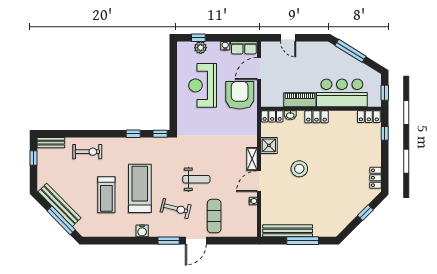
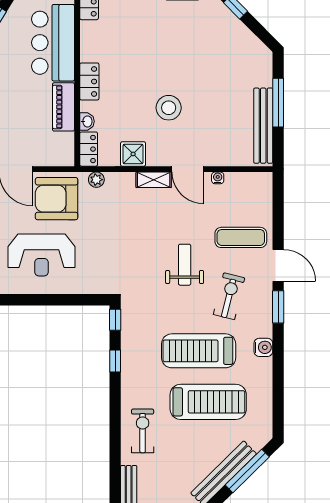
plant: (252, 121) -> (96, 180), added
treadmill: (106, 195) -> (208, 402), width x1.37, depth x1.38

